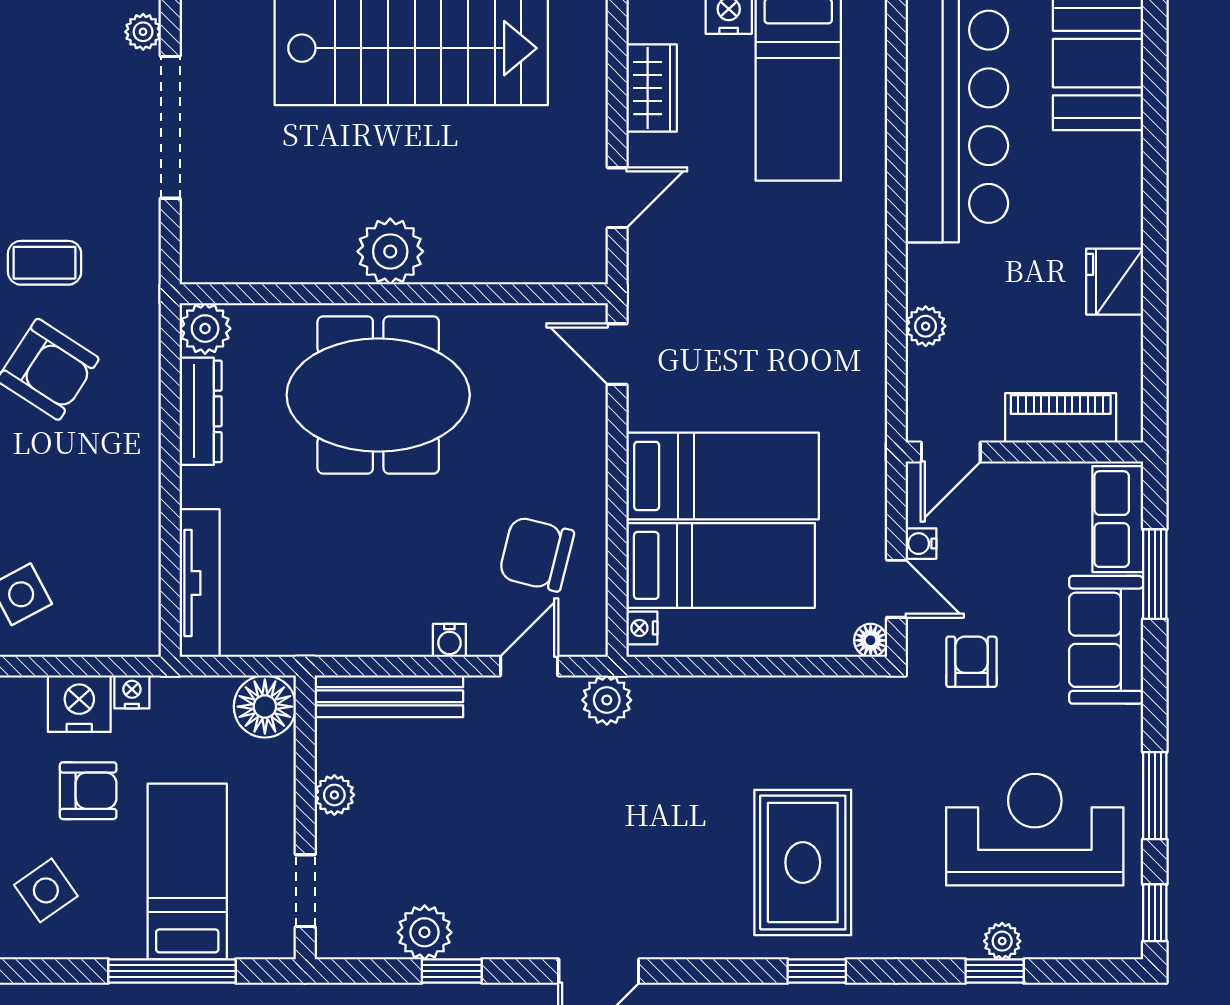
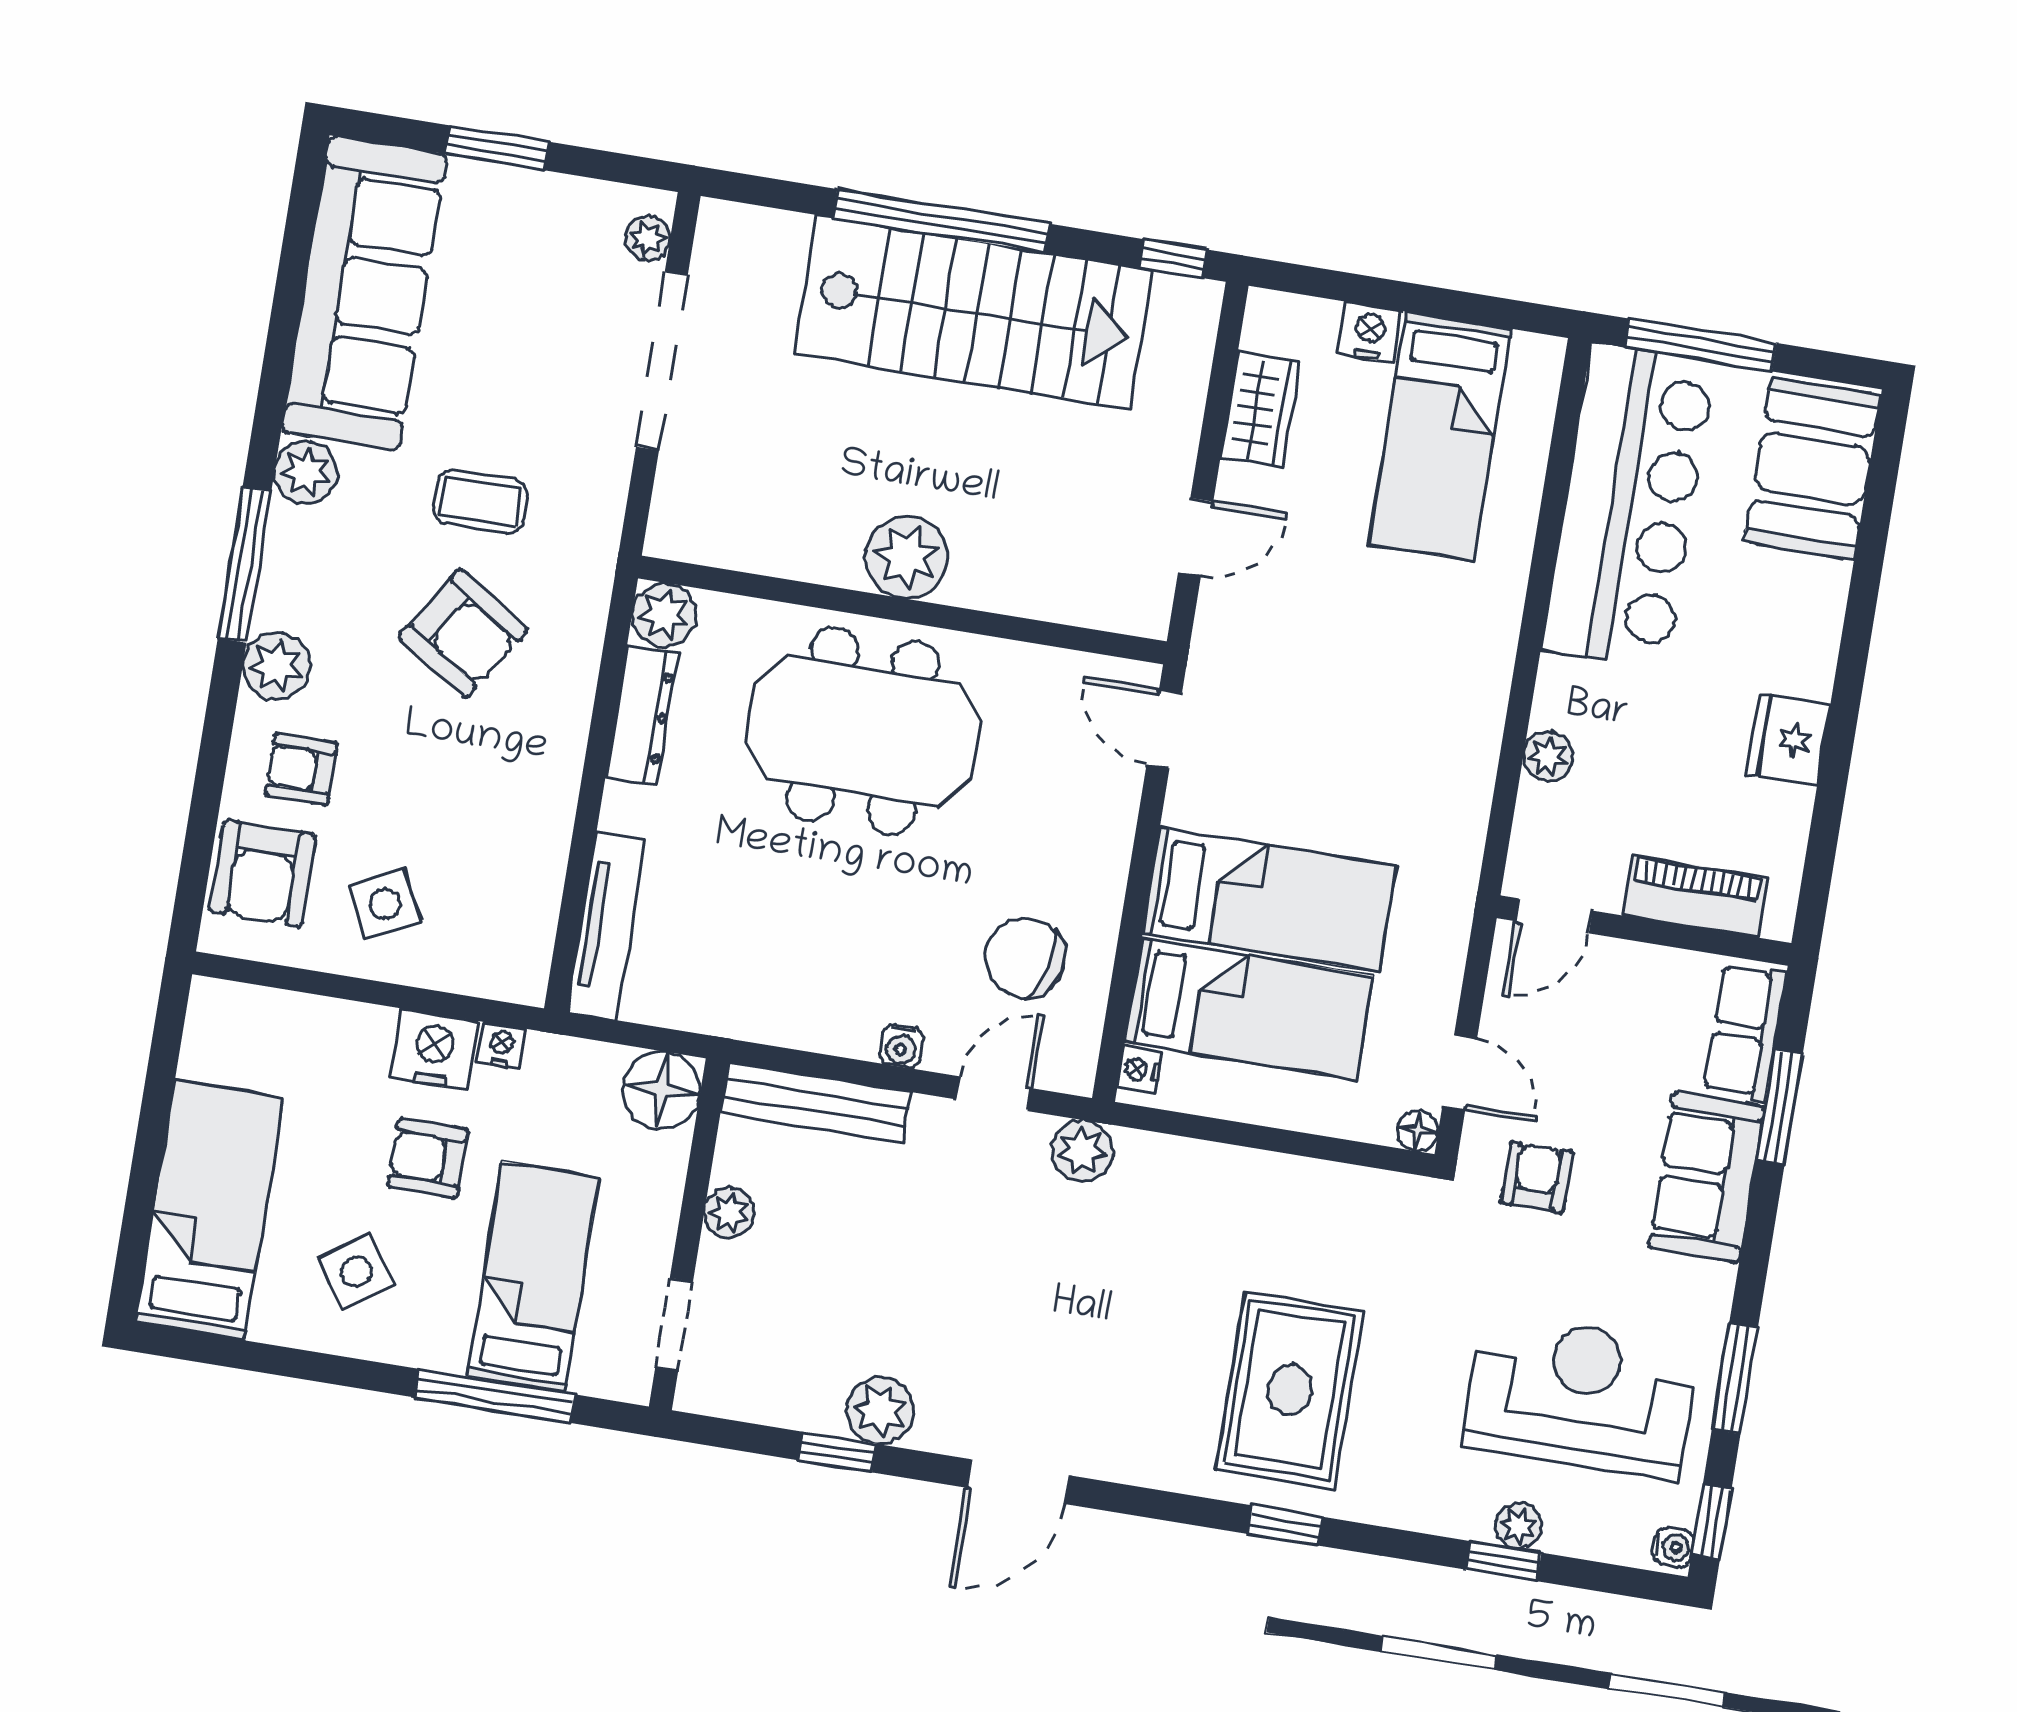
water cooler: (921, 544) -> (1673, 1547), moved, turned 180
armchair: (88, 791) -> (428, 1158), turned 180
plant: (425, 932) -> (880, 1410), moved

